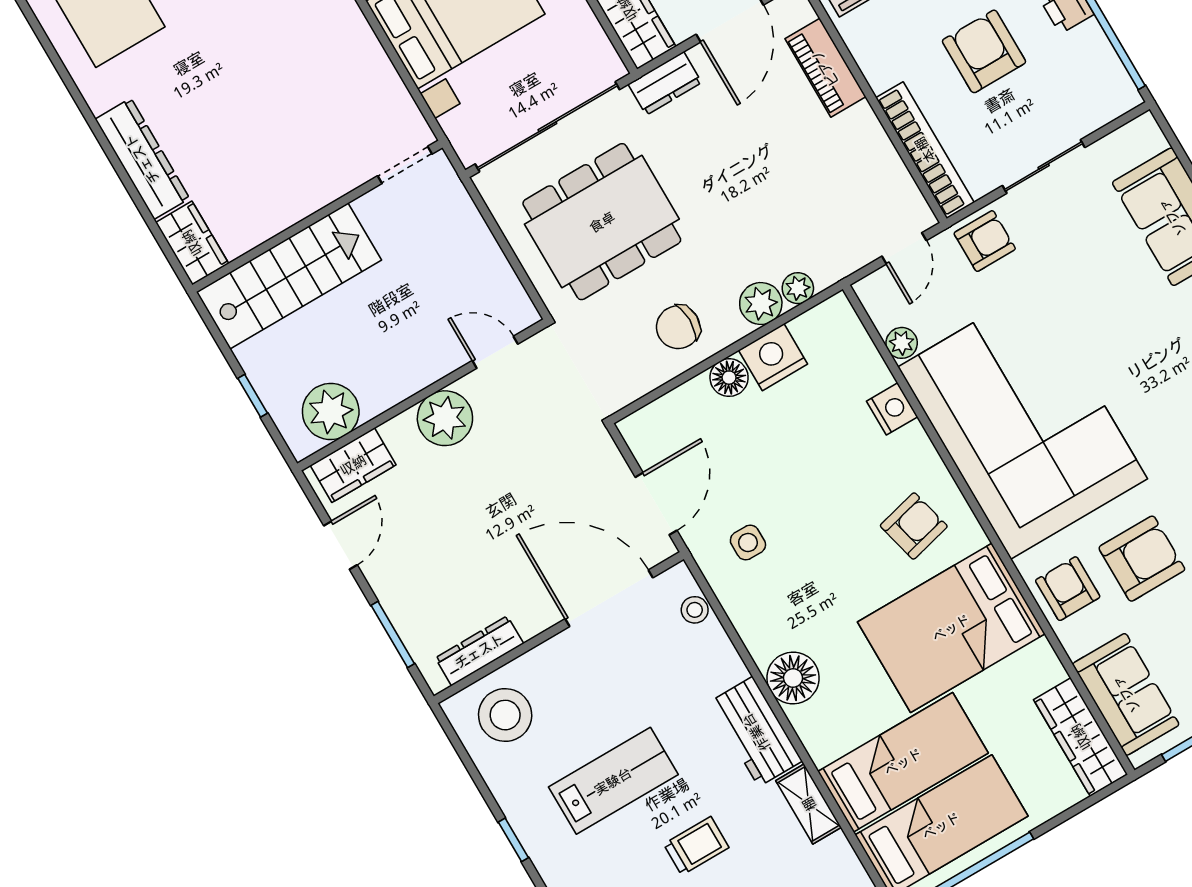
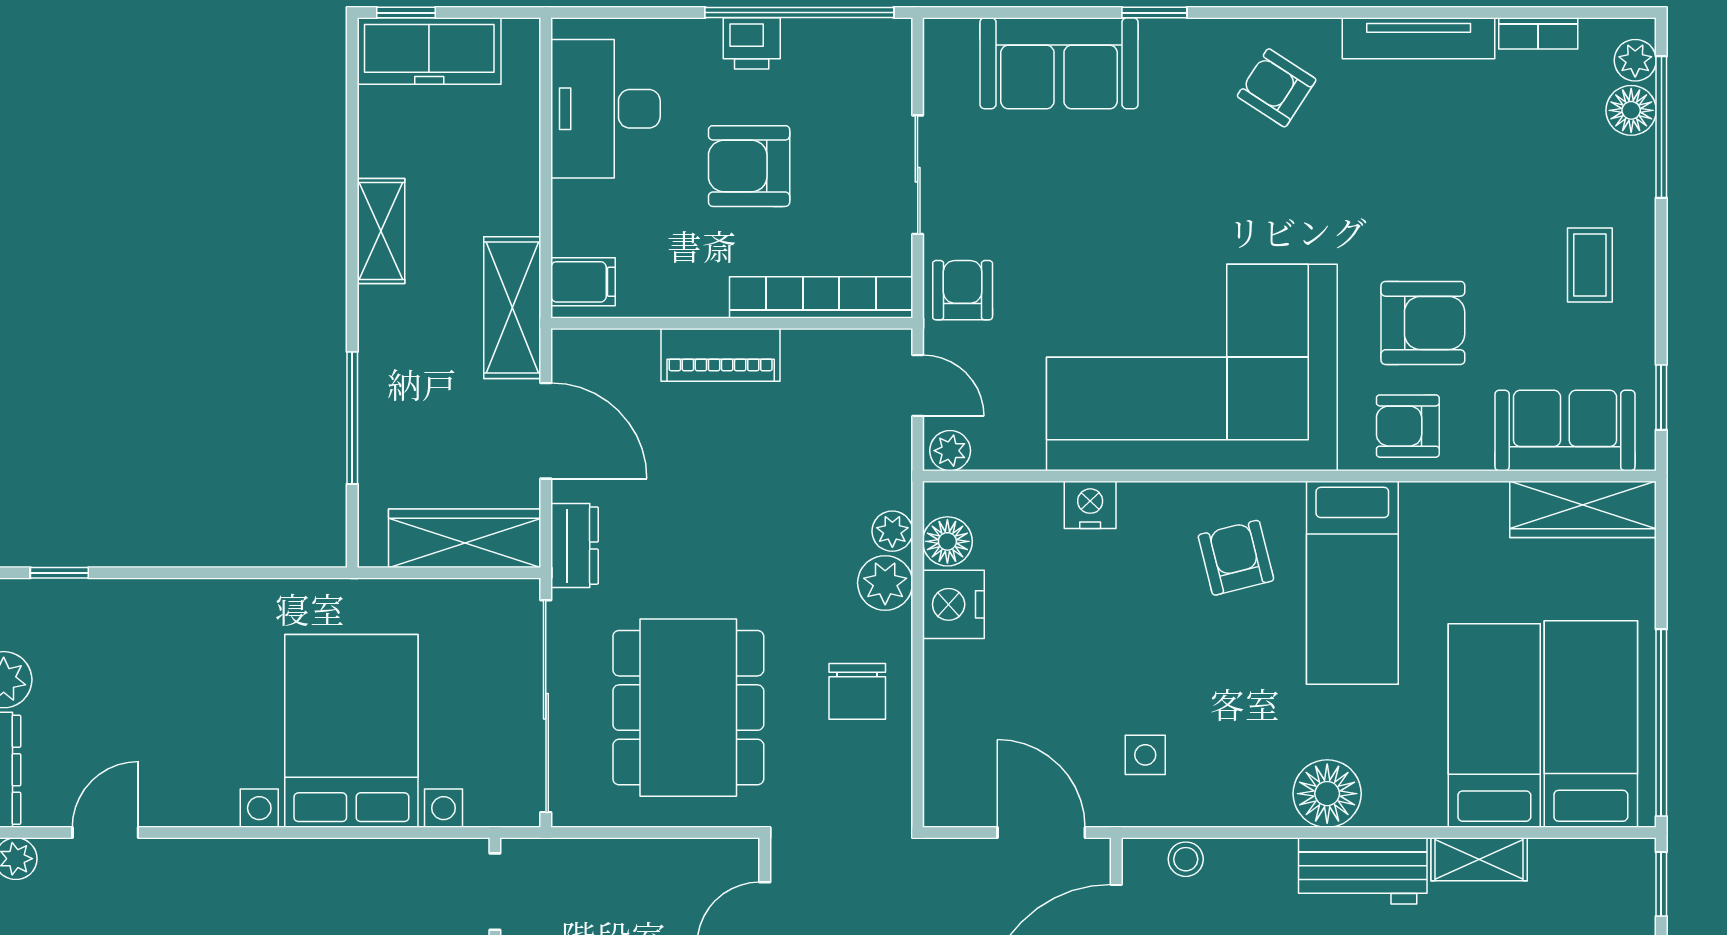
piano: (825, 68) -> (721, 355), moved
plant: (902, 343) -> (950, 451), moved
floor lamp: (729, 378) -> (947, 541), moved
armchair: (1142, 559) -> (1423, 323), turned 90
bed: (951, 628) -> (1352, 583), width x0.67

